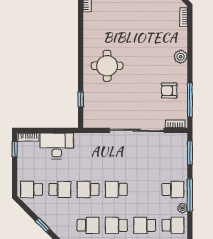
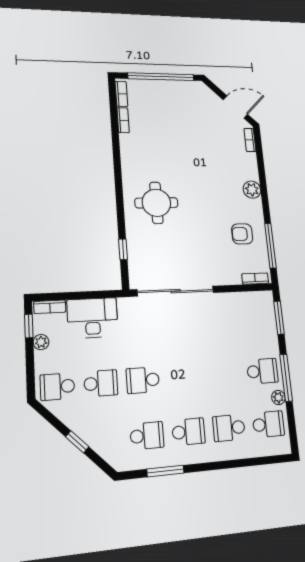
sliding door: (137, 130) -> (176, 291), moved
plant: (22, 160) -> (41, 342), added
school desk: (116, 189) -> (184, 377), removed
school desk: (116, 225) -> (188, 432), turned 180

